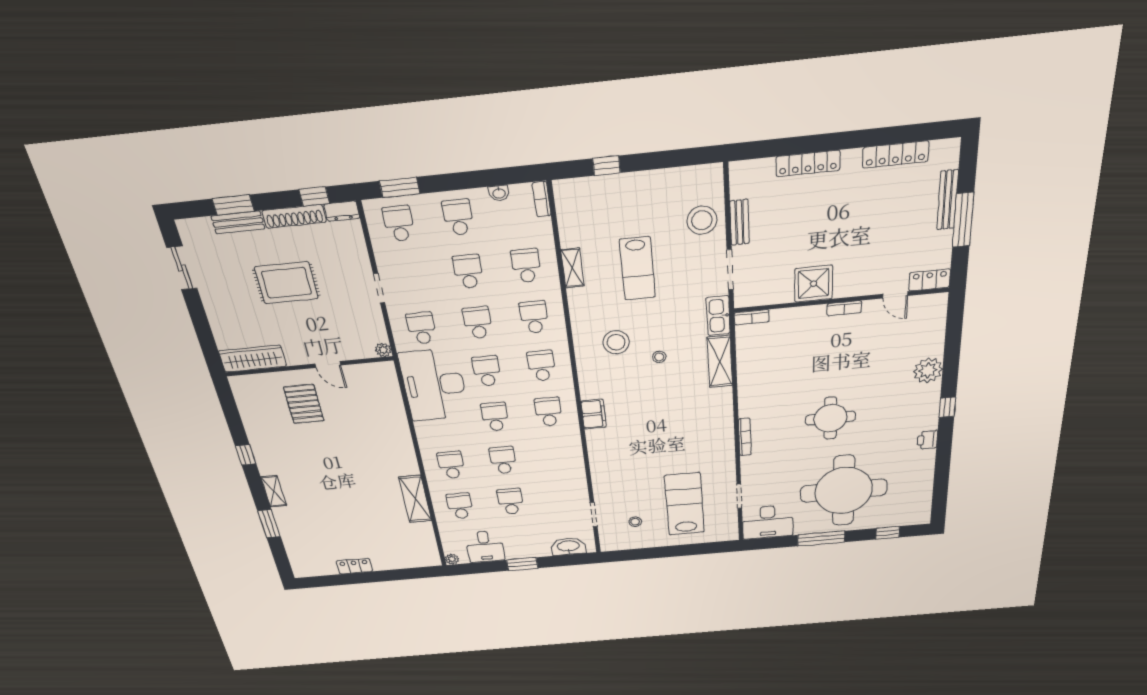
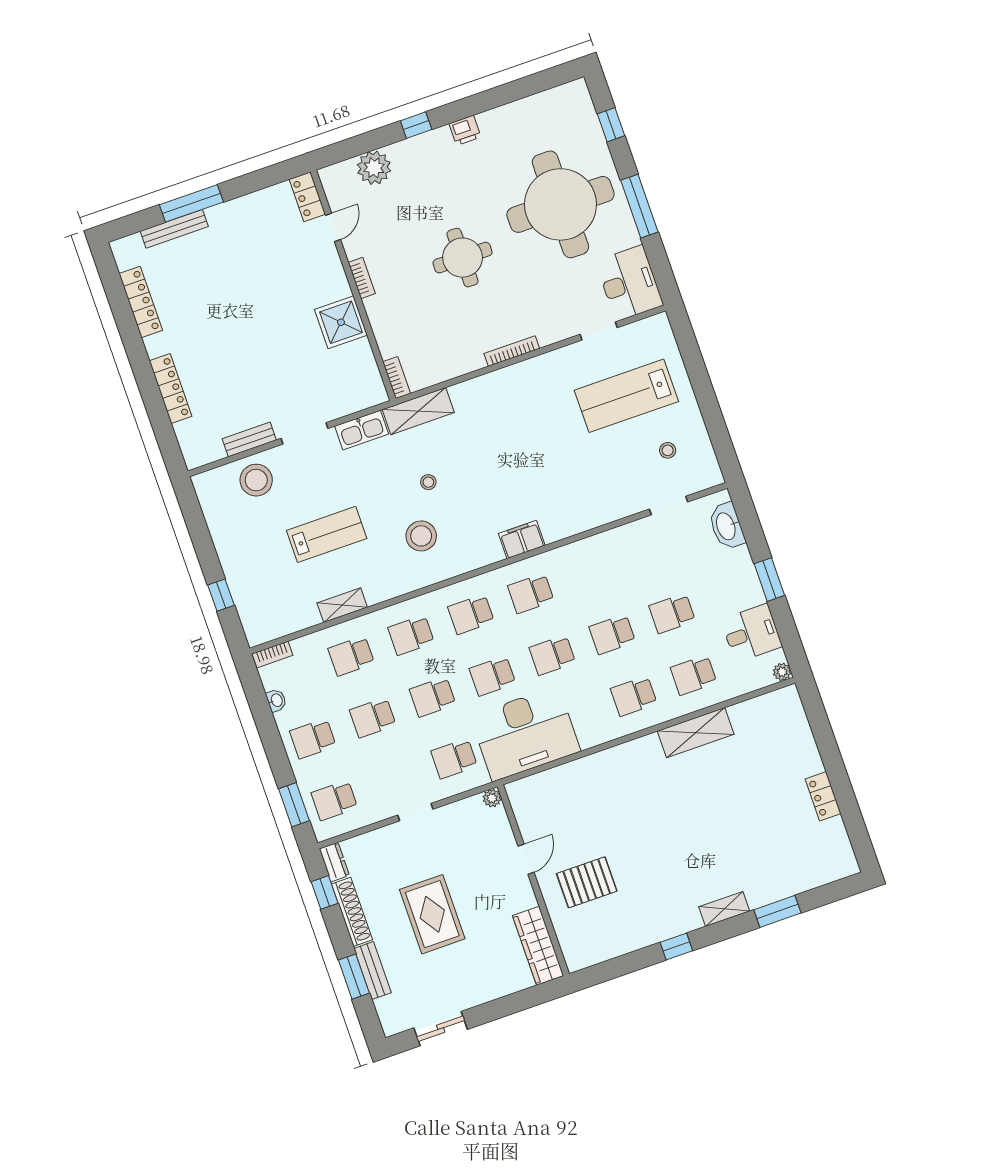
locker: (930, 280) -> (307, 197), moved
shower: (814, 284) -> (341, 322), moved
door: (895, 295) -> (333, 227), moved
wall: (841, 300) -> (353, 285), moved
bookcase: (844, 308) -> (362, 278), moved
bookcase: (752, 317) -> (397, 378), moved

